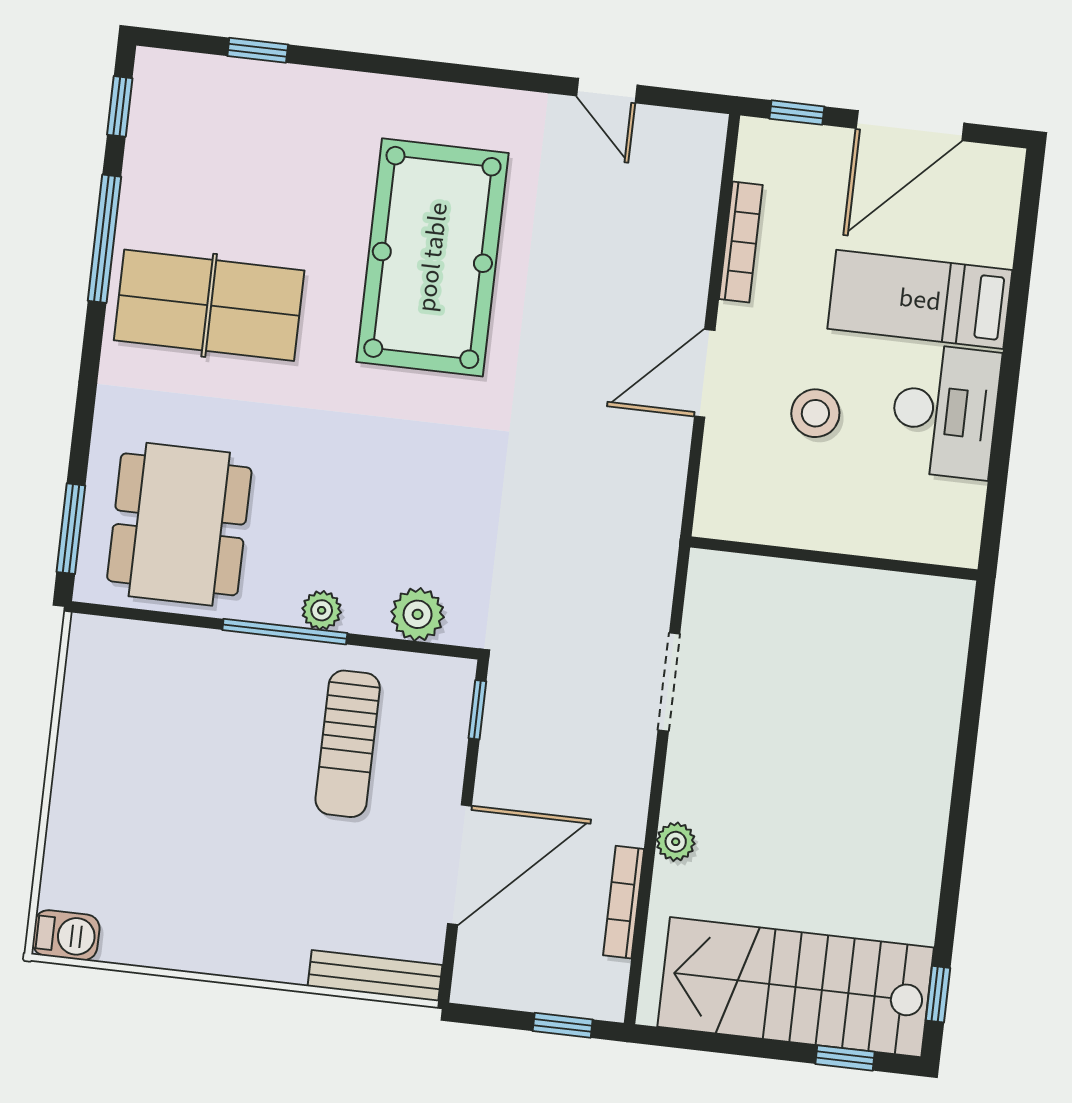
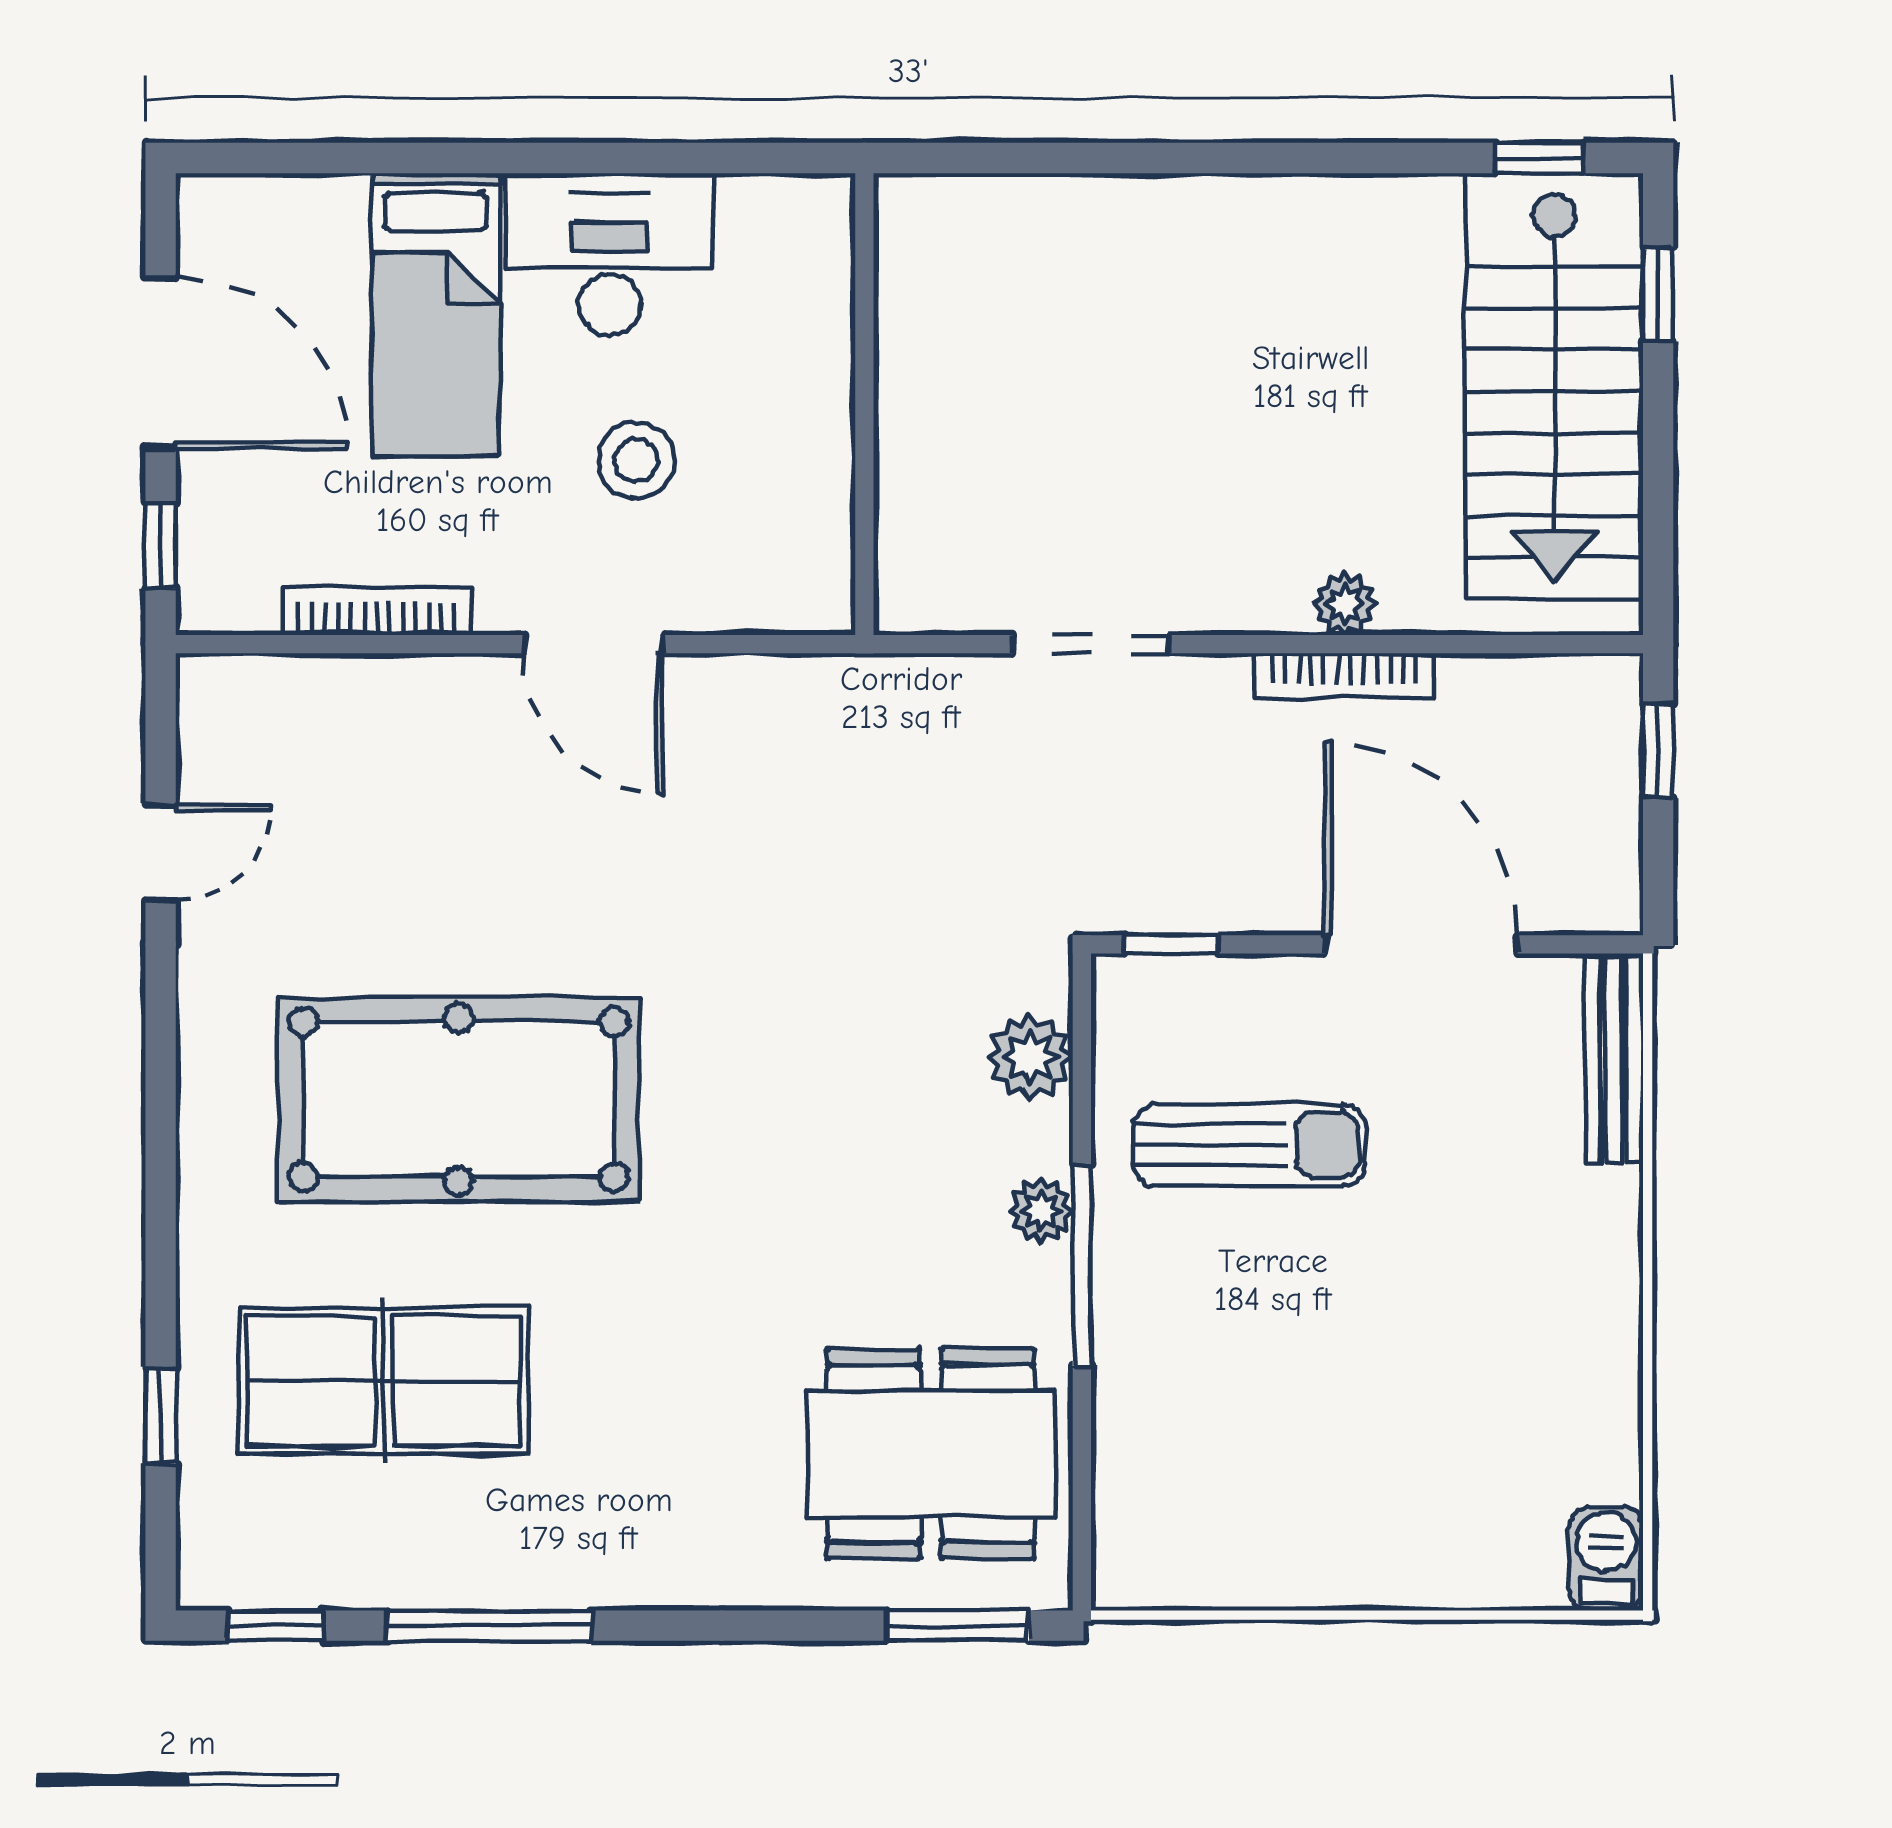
table tennis table: (209, 305) -> (384, 1381), moved, turned 90
bookcase: (624, 902) -> (1344, 676), moved

